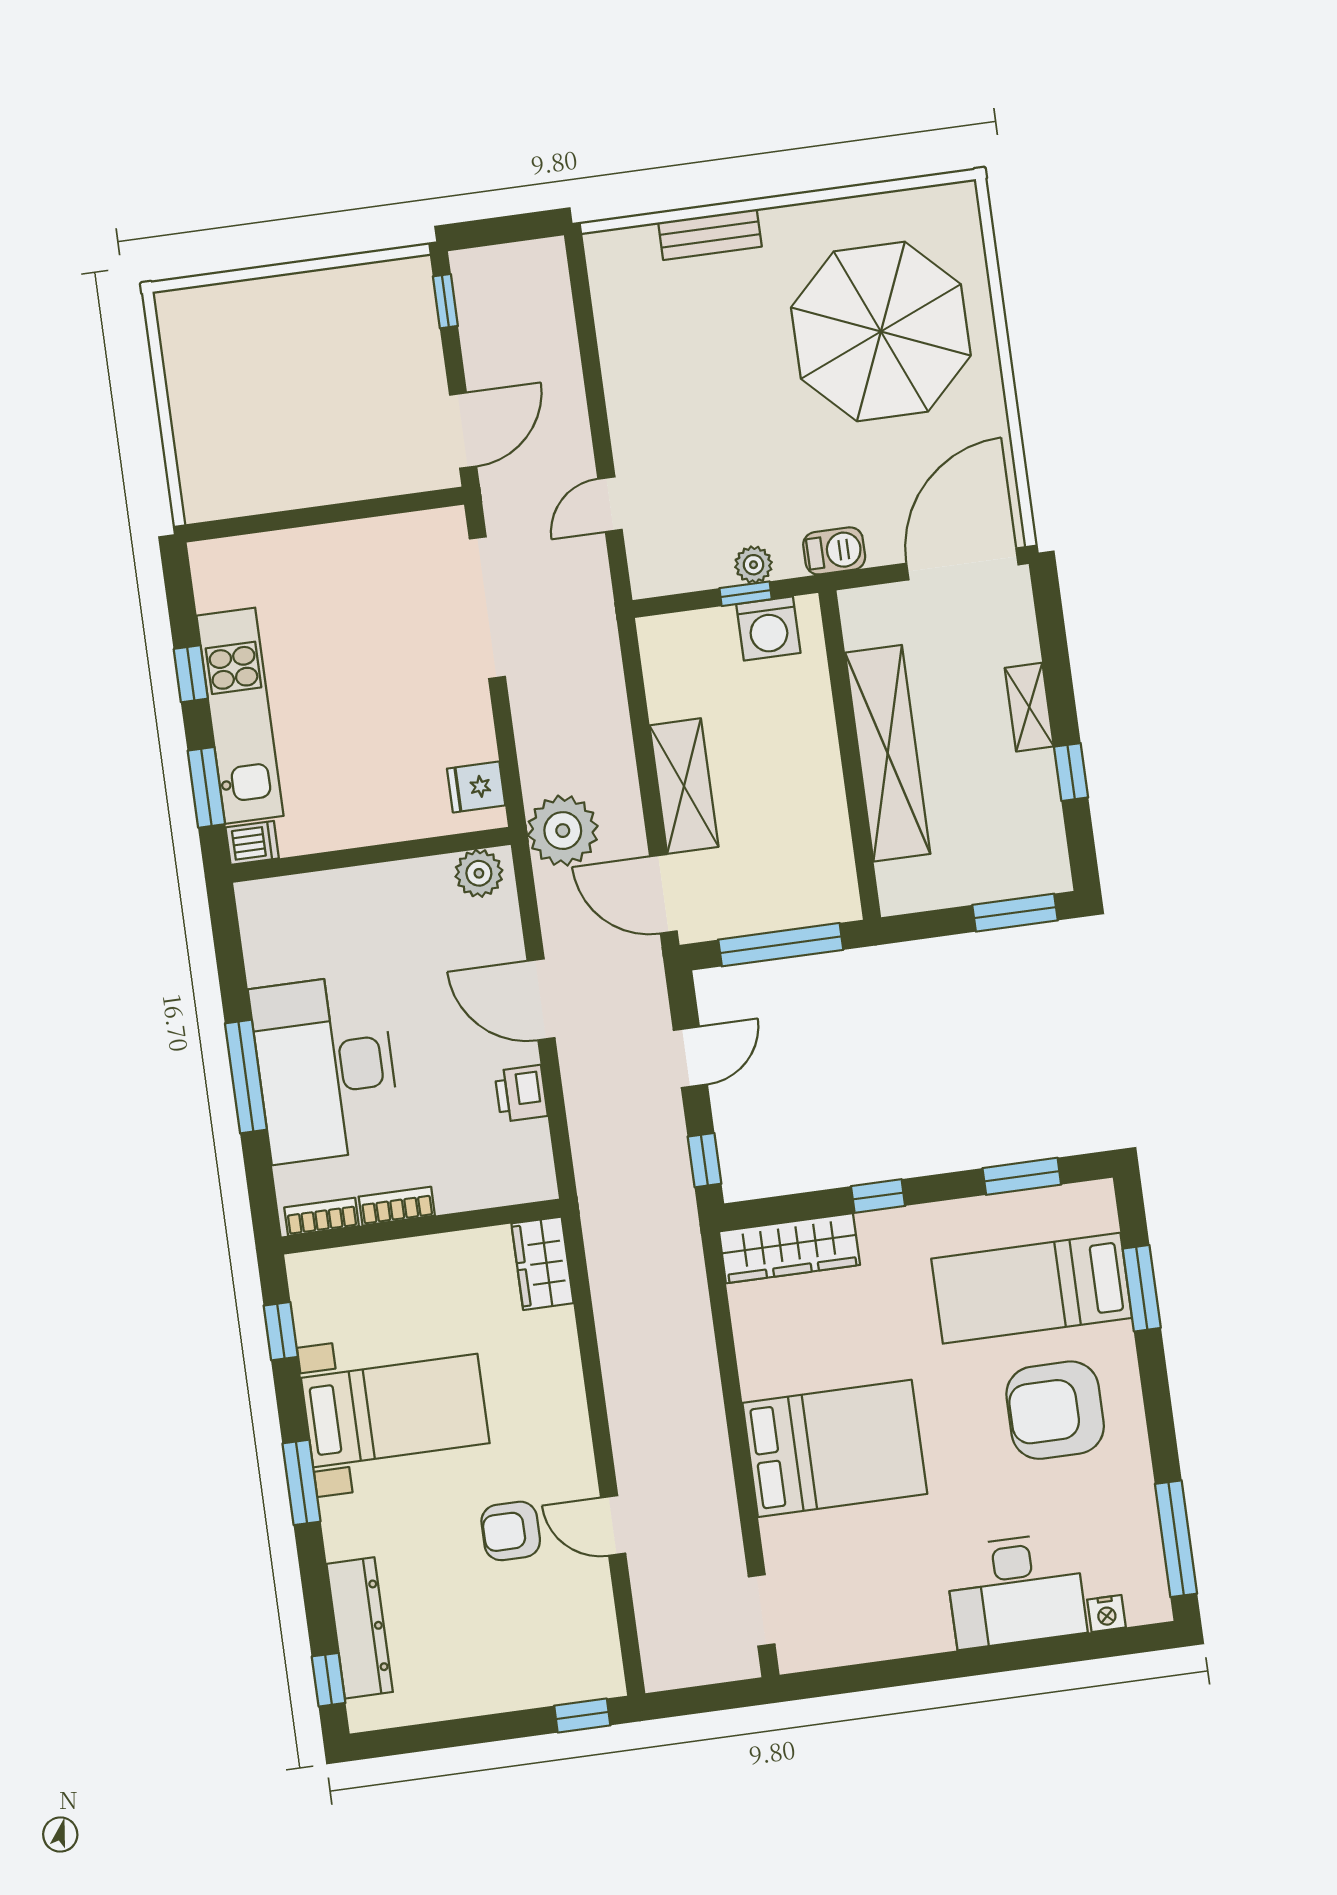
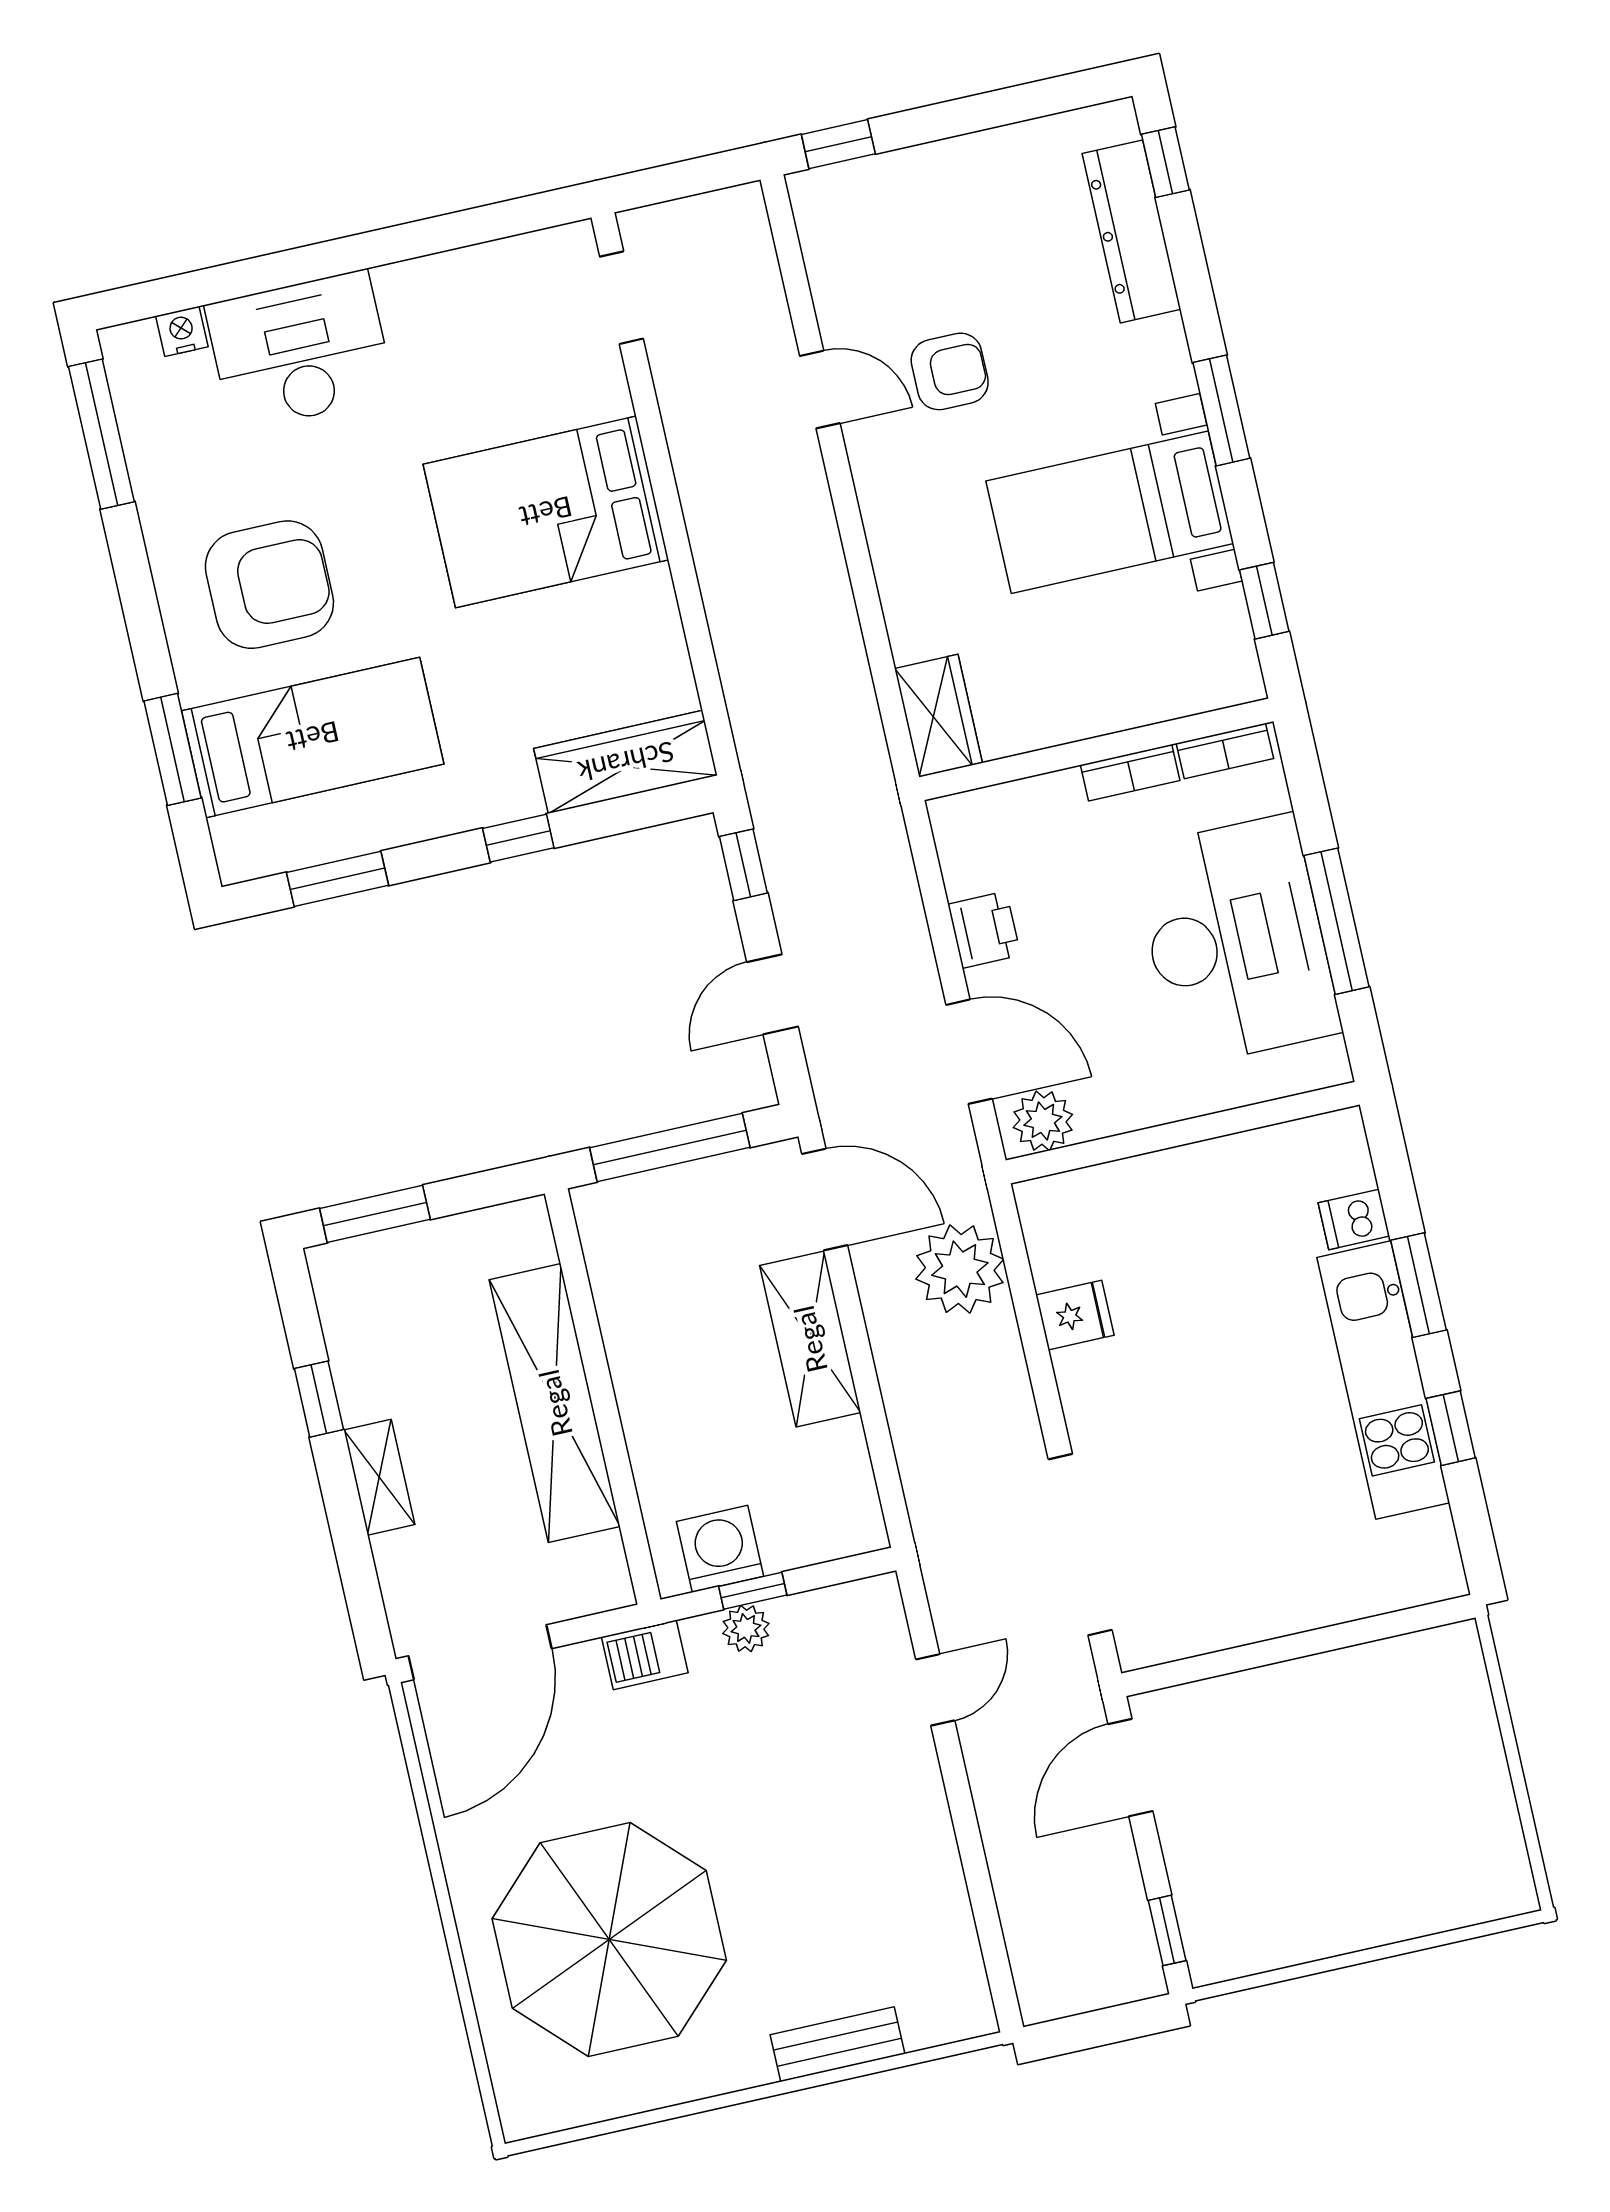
wall: (371, 855) -> (1183, 1133), moved
plant: (479, 873) -> (1043, 1121), moved

